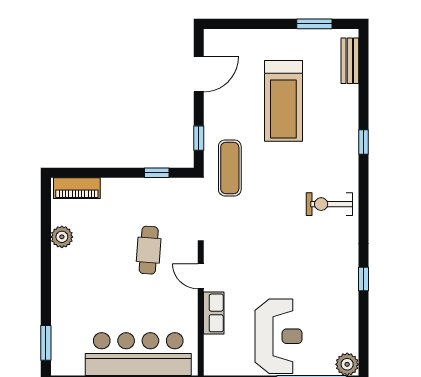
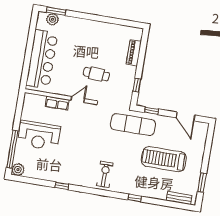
exercise mat: (230, 168) -> (133, 125), width x1.36, depth x1.45
piano: (77, 188) -> (134, 53), moved
plant: (62, 237) -> (53, 19), moved

